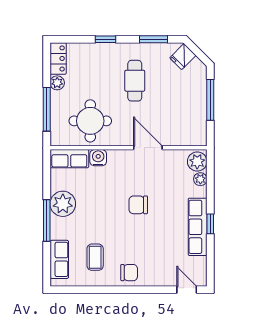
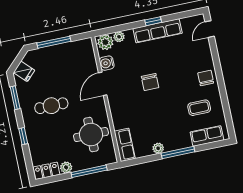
water cooler: (98, 158) -> (107, 63), moved
plant: (63, 204) -> (158, 148), width x0.53, depth x0.53

